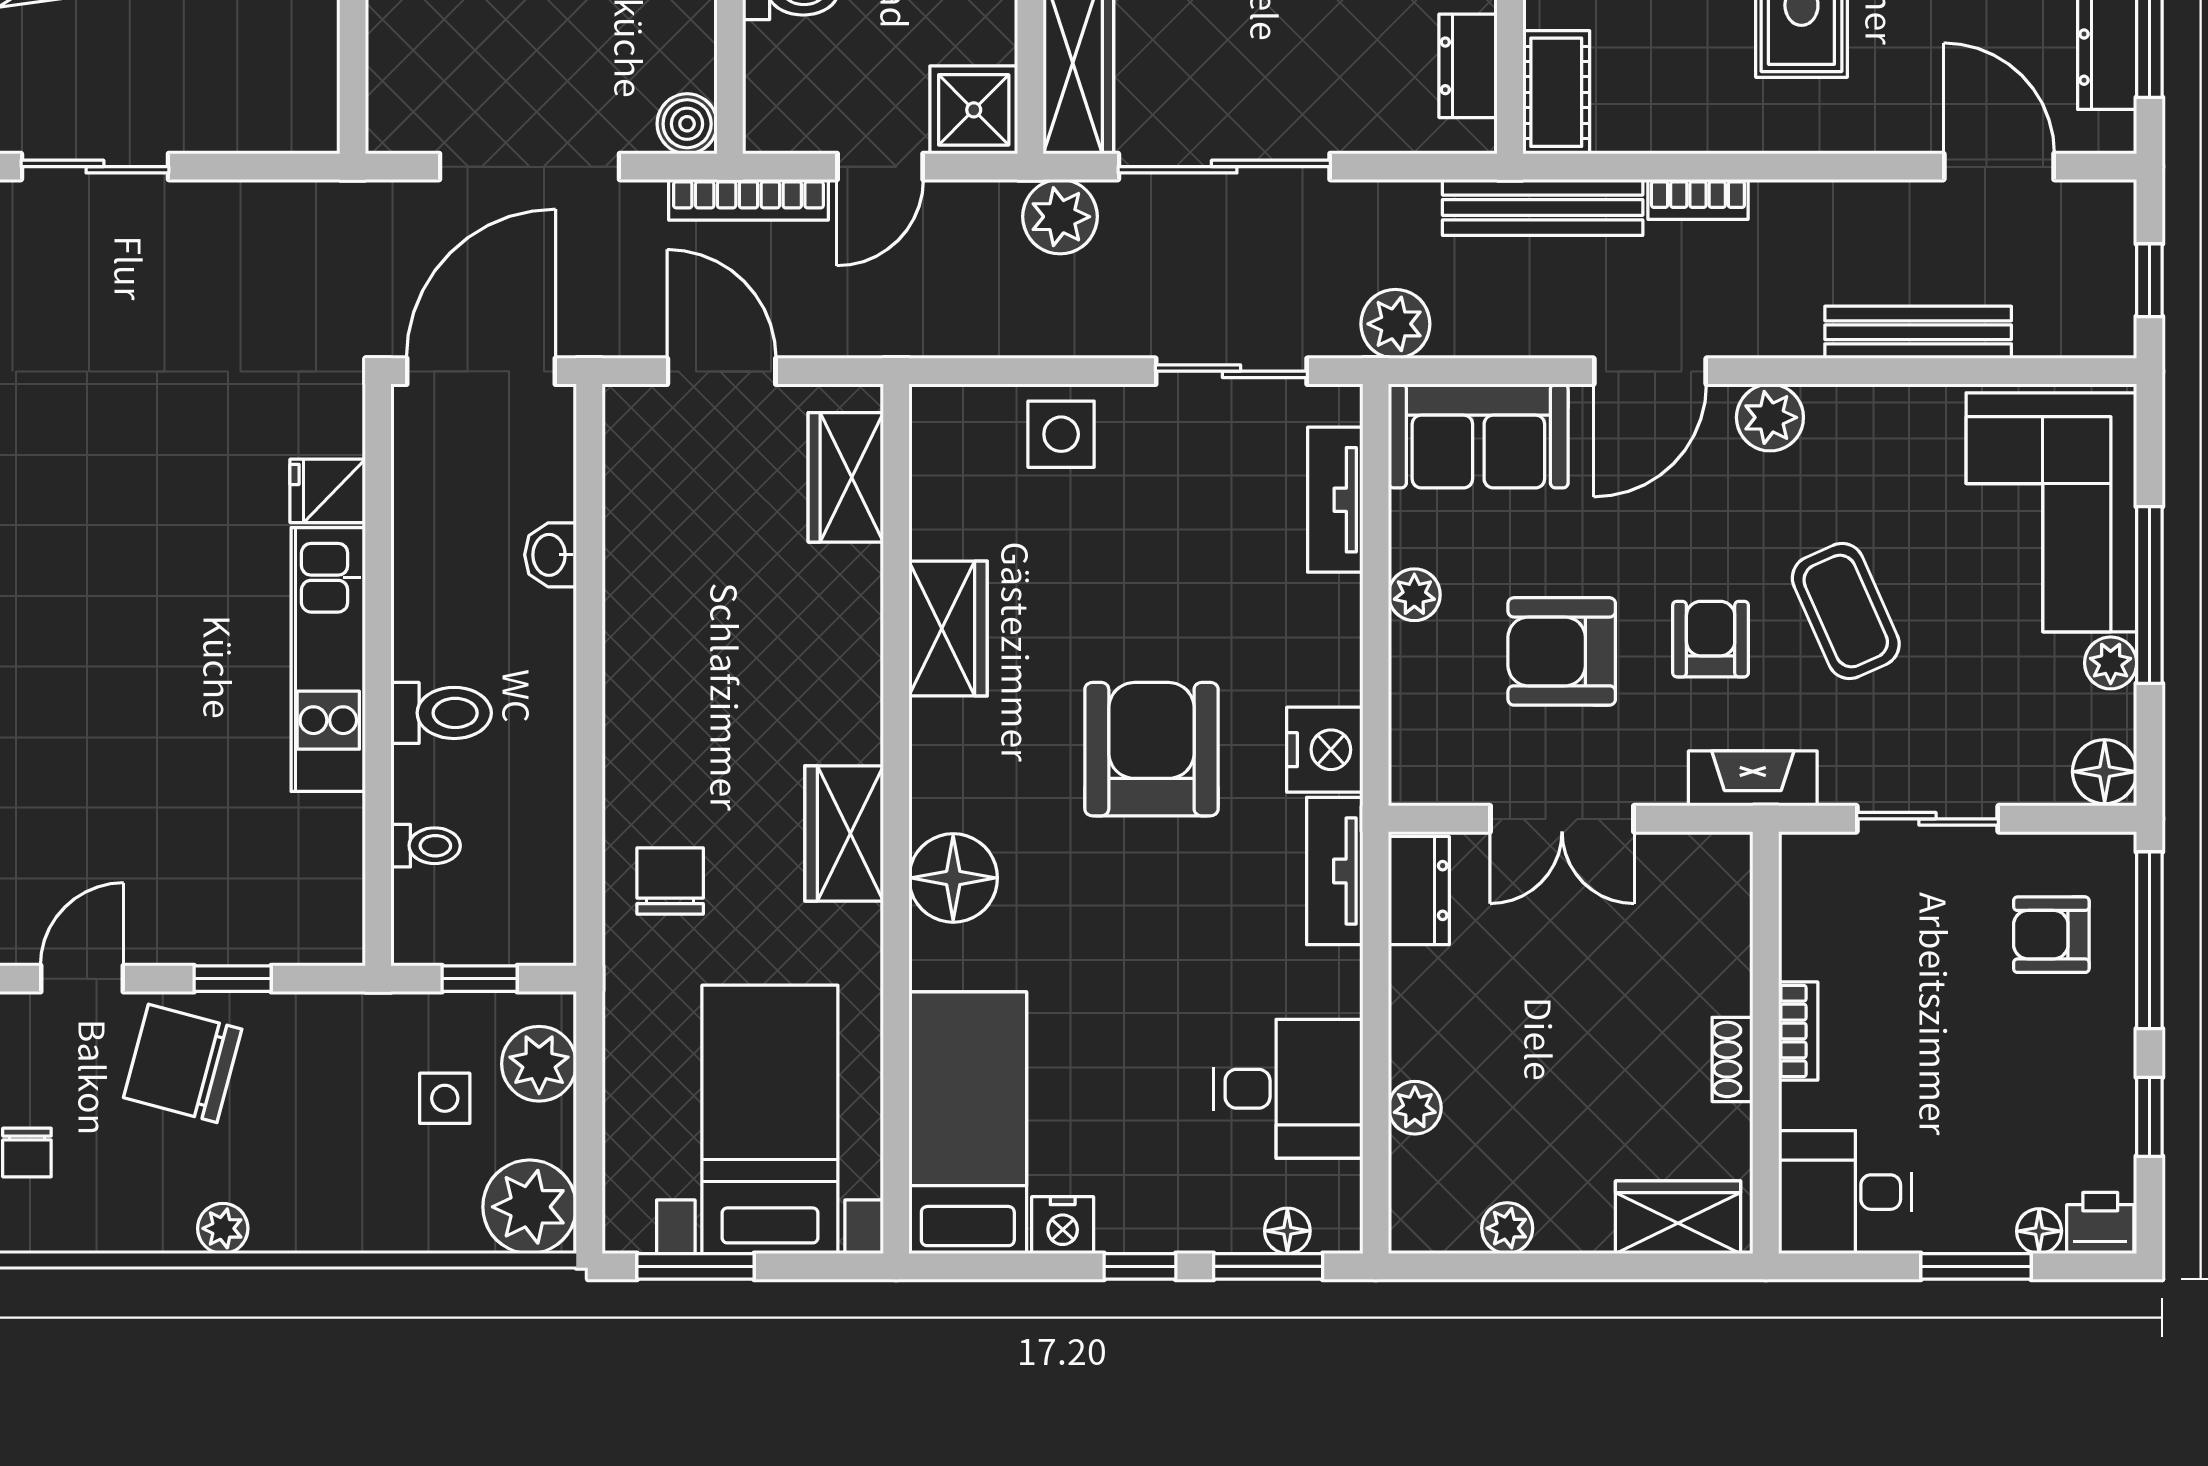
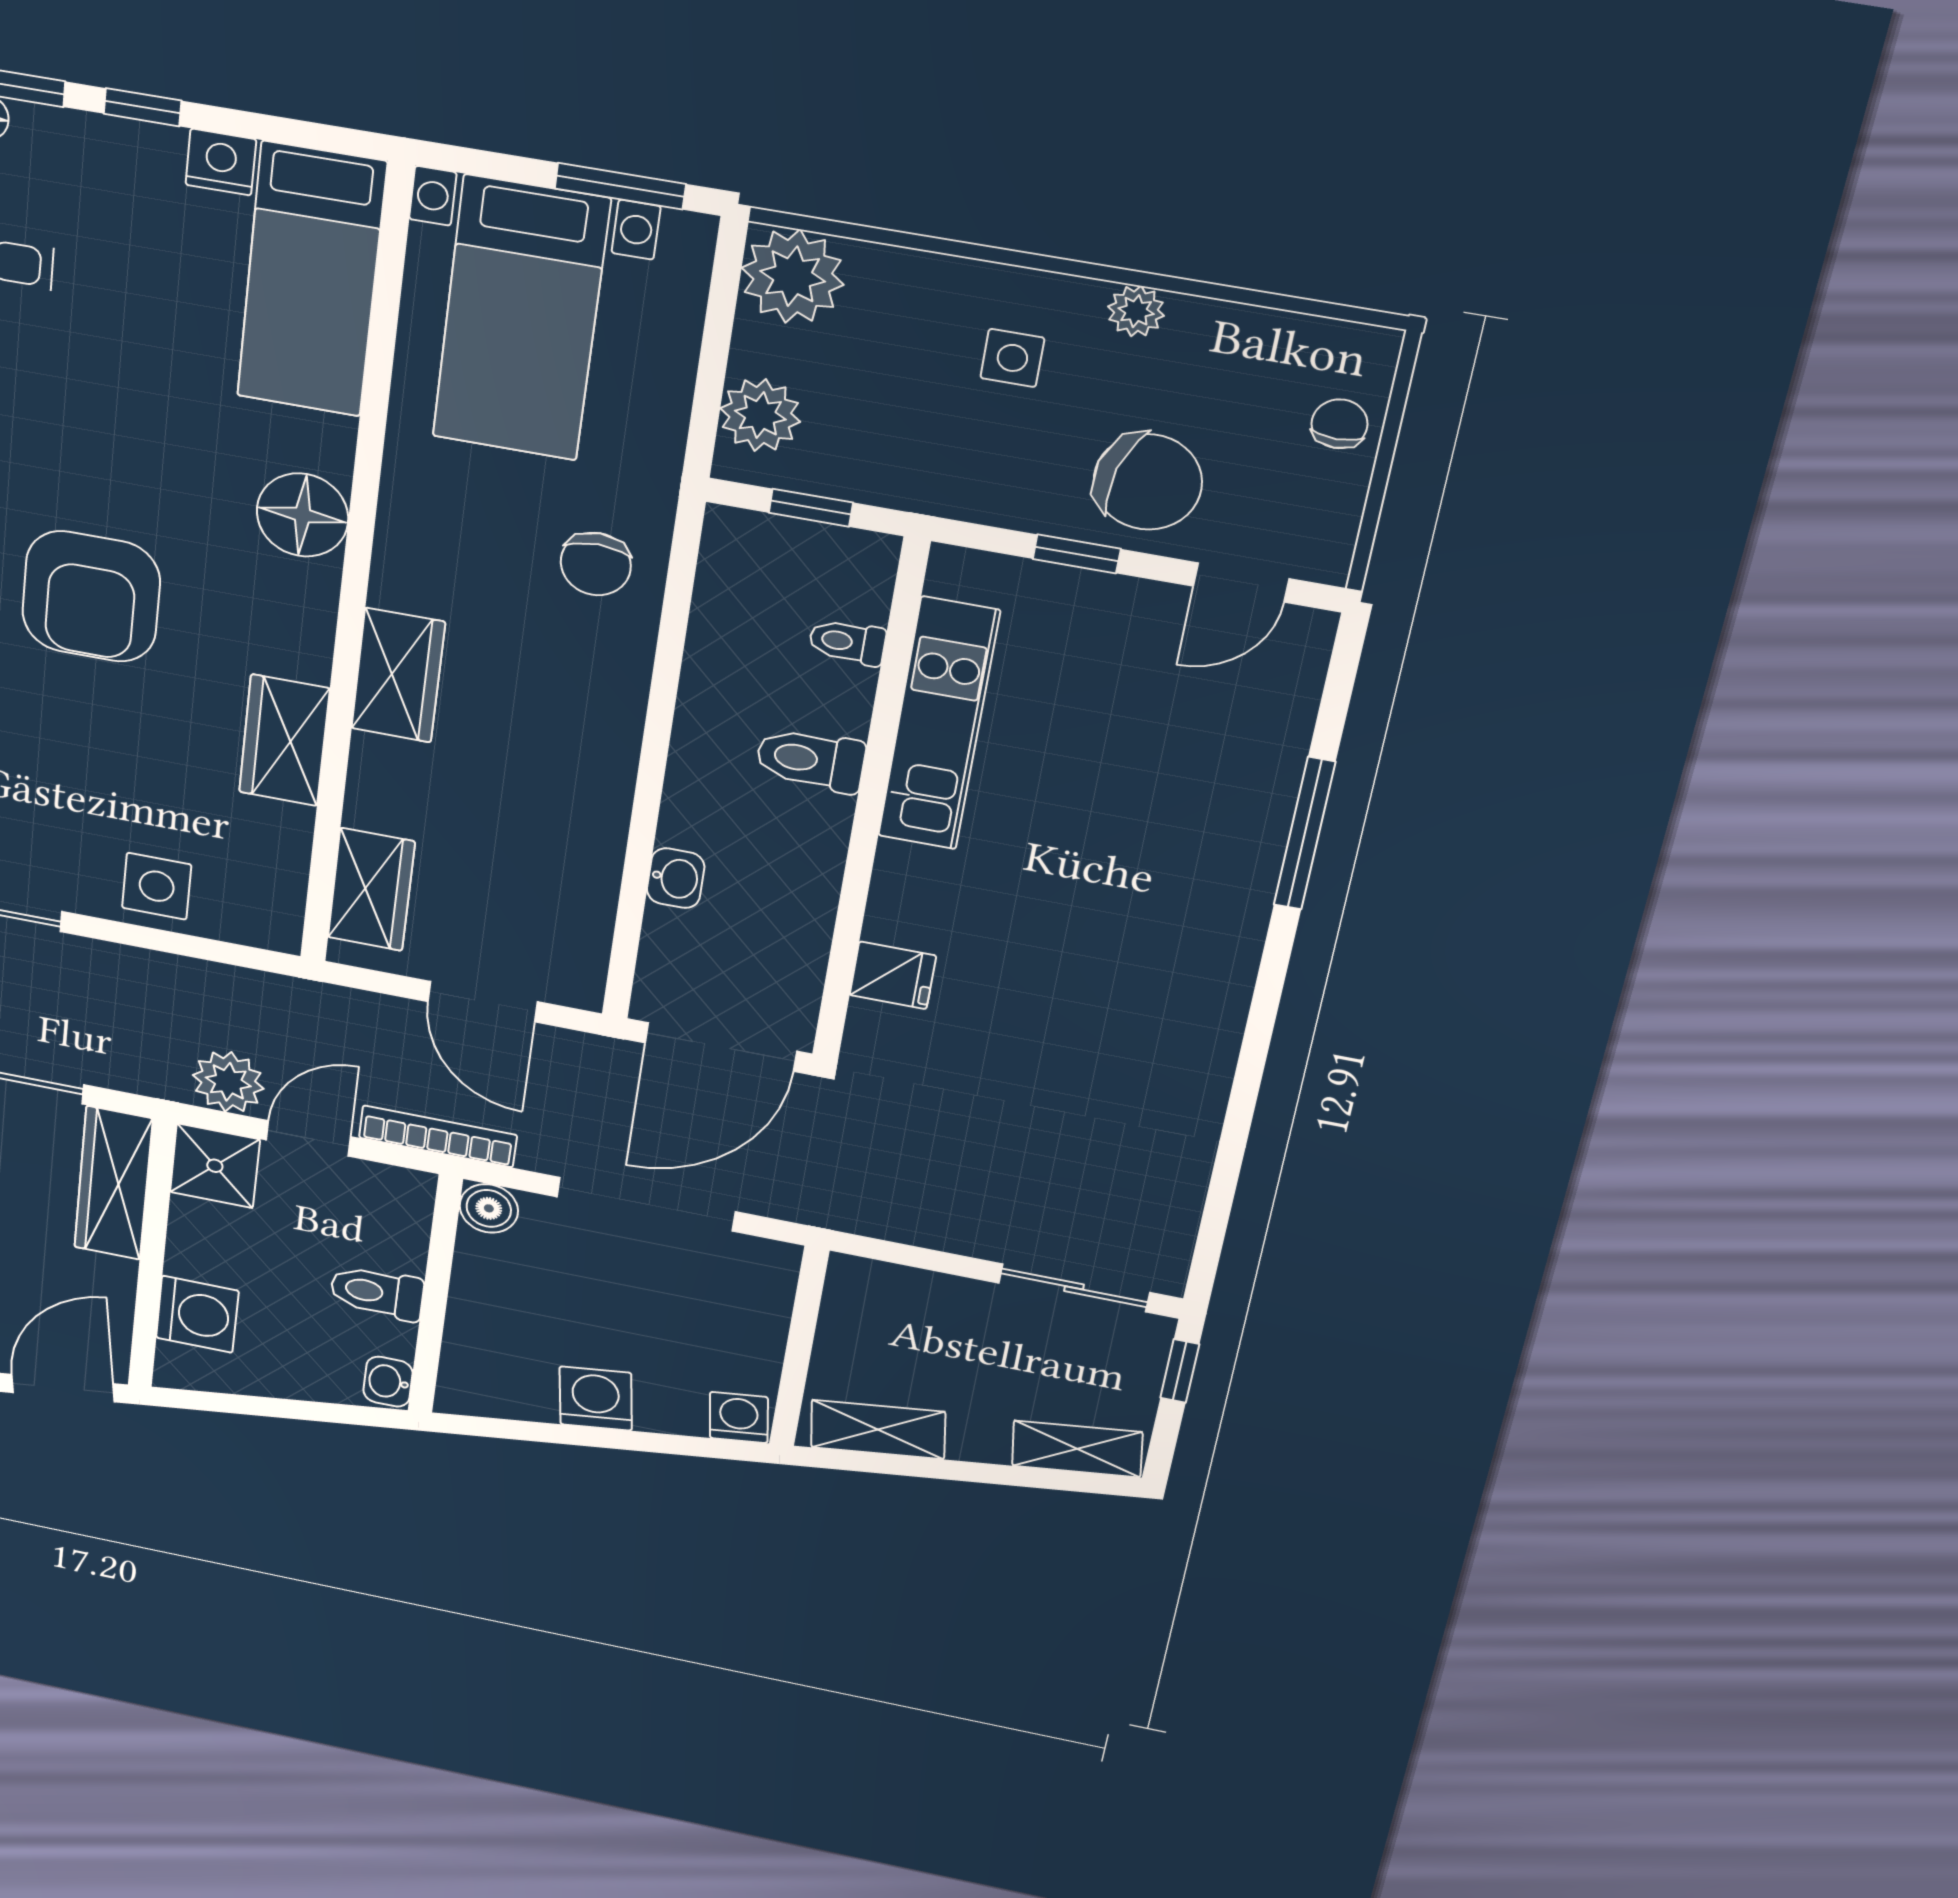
plant: (1060, 217) -> (228, 1082), moved
kitchen unit: (328, 660) -> (939, 724), moved
wardrobe: (844, 833) -> (398, 675), moved
side table: (445, 1098) -> (1012, 358), moved

